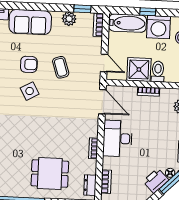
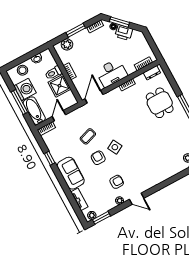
window: (82, 9) -> (50, 158), moved
window: (148, 12) -> (19, 102), width x2.17
plant: (69, 19) -> (54, 150), removed
door: (104, 63) -> (59, 116), moved

